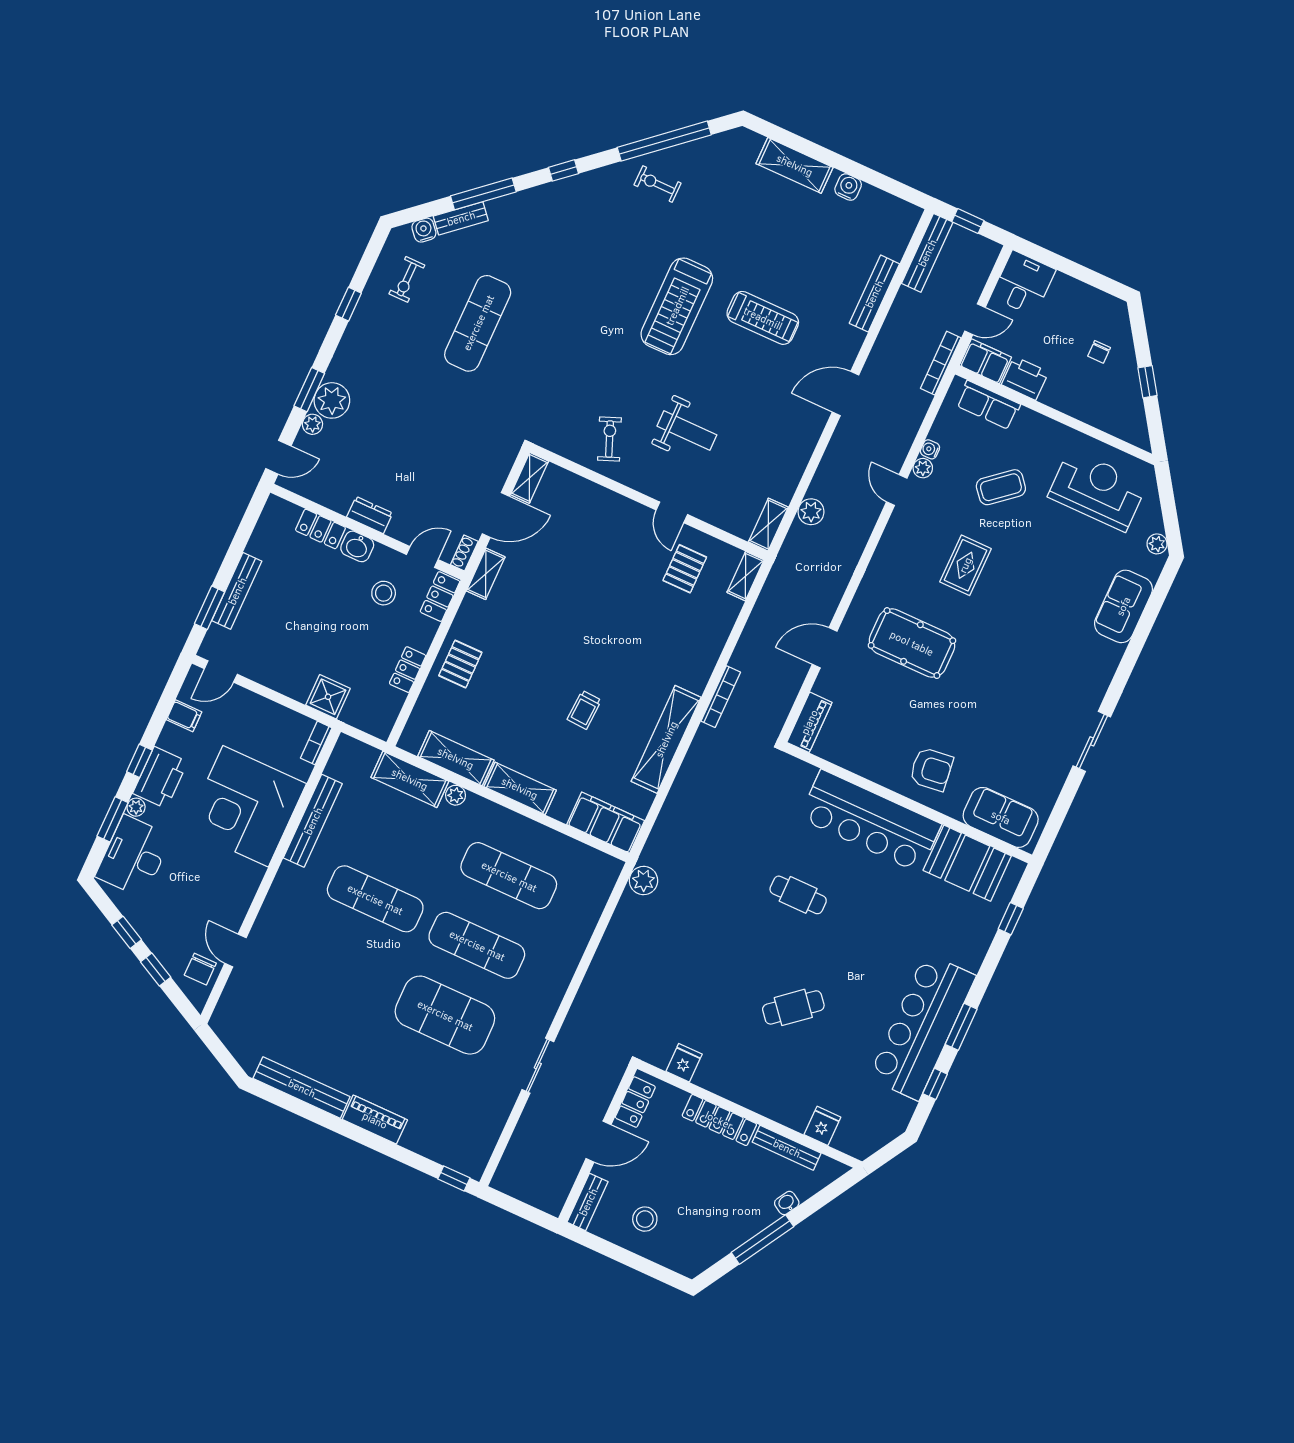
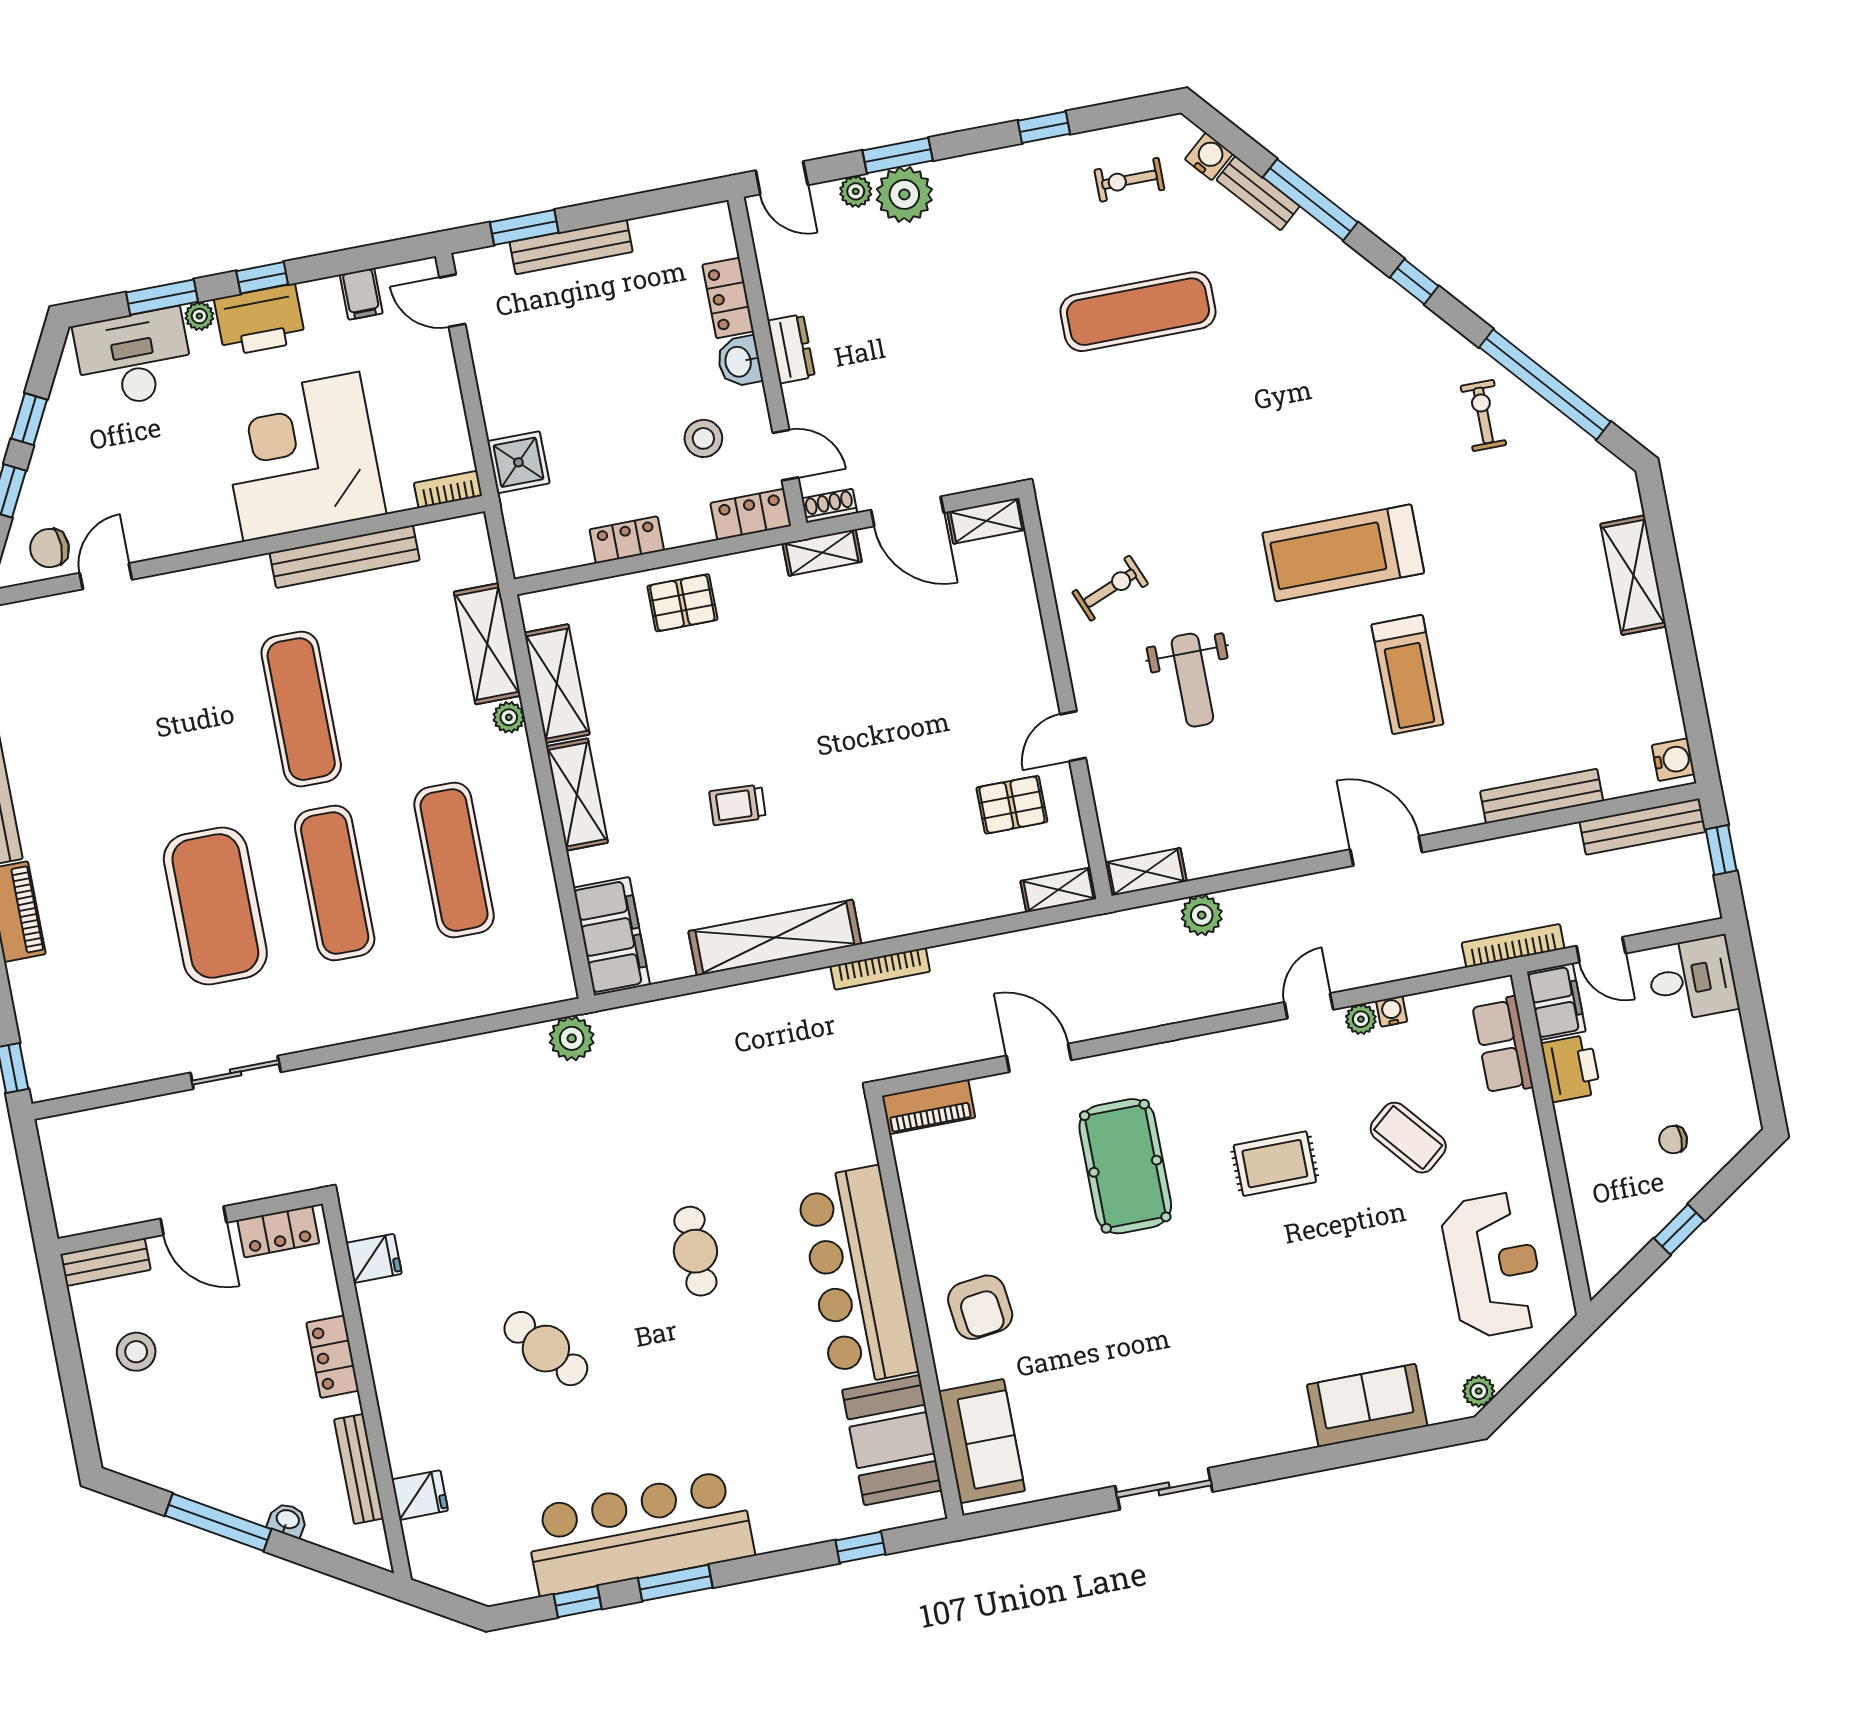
water cooler: (848, 187) -> (1673, 760), moved
locker: (719, 1120) -> (333, 1357), width x0.66

